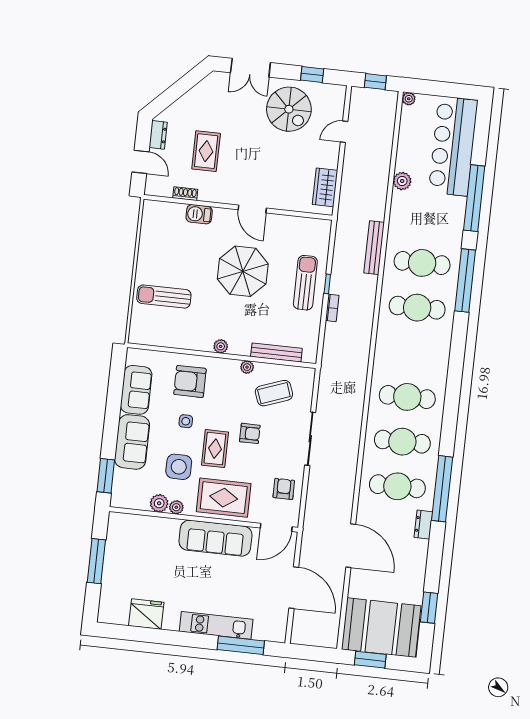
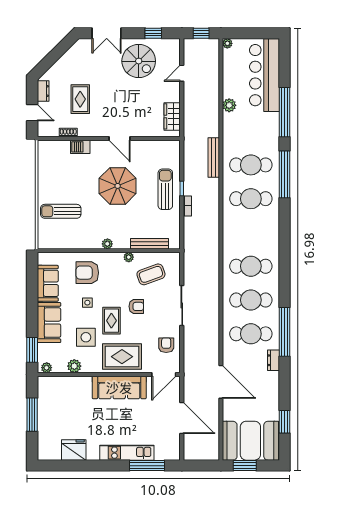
plant: (176, 507) -> (47, 368), moved

